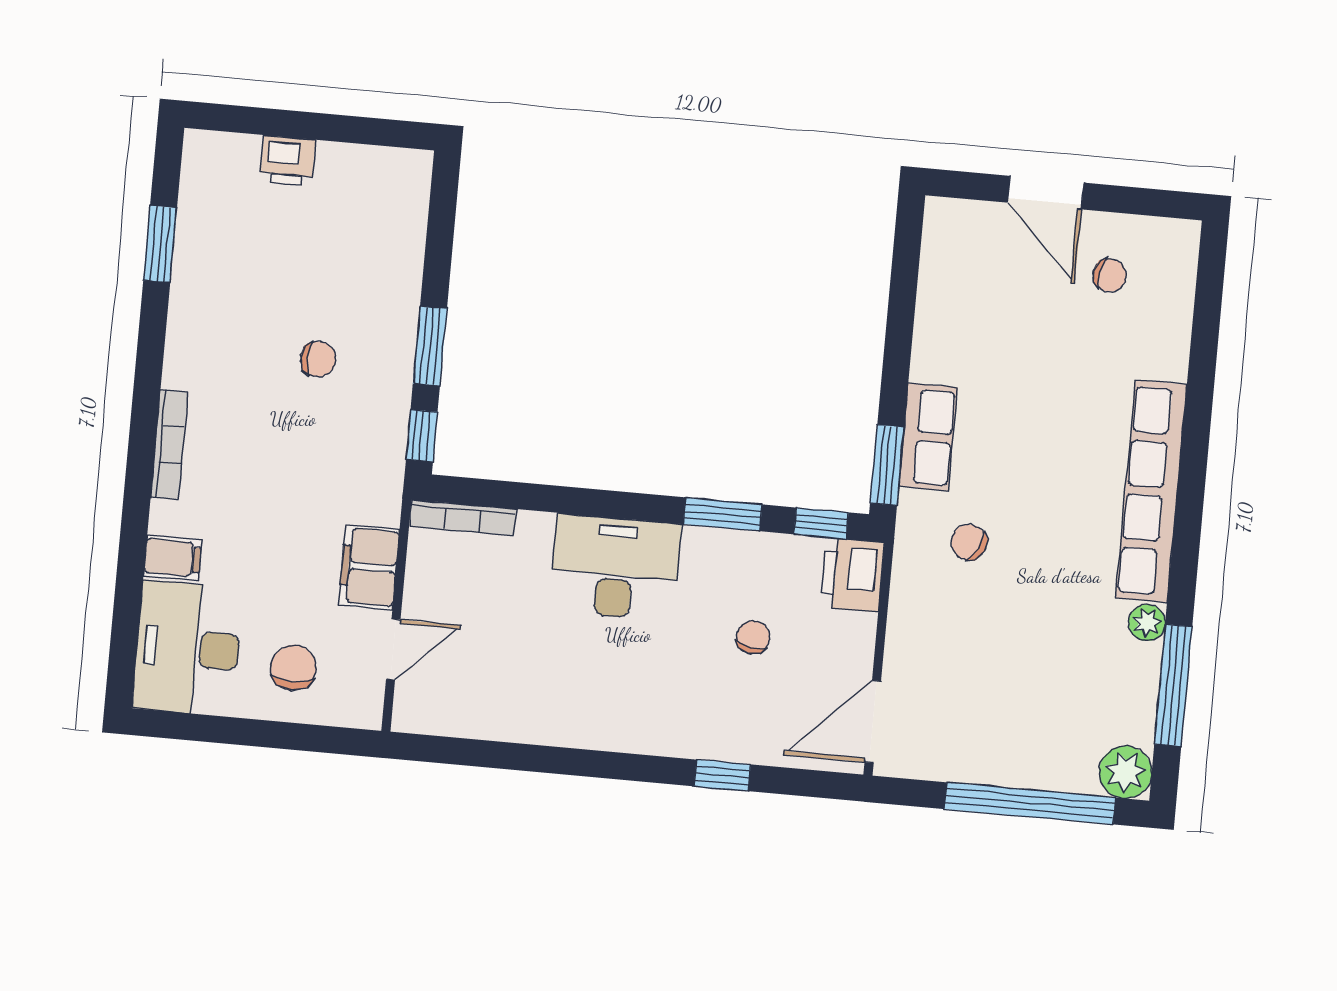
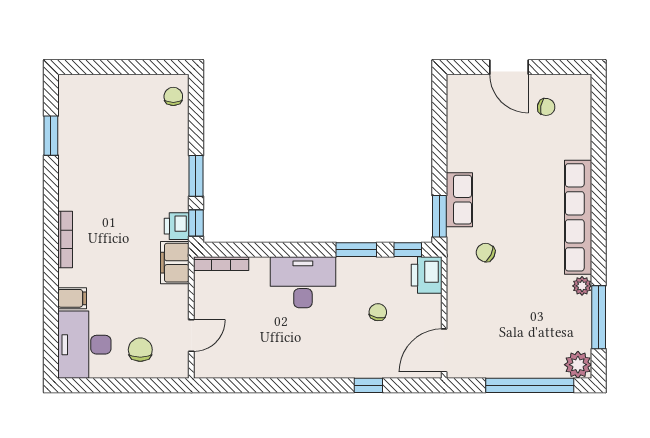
printer: (288, 161) -> (177, 226), moved, turned 90
chair: (318, 359) -> (173, 96), moved, turned -90
filing cabinet: (369, 567) -> (175, 263), moved

